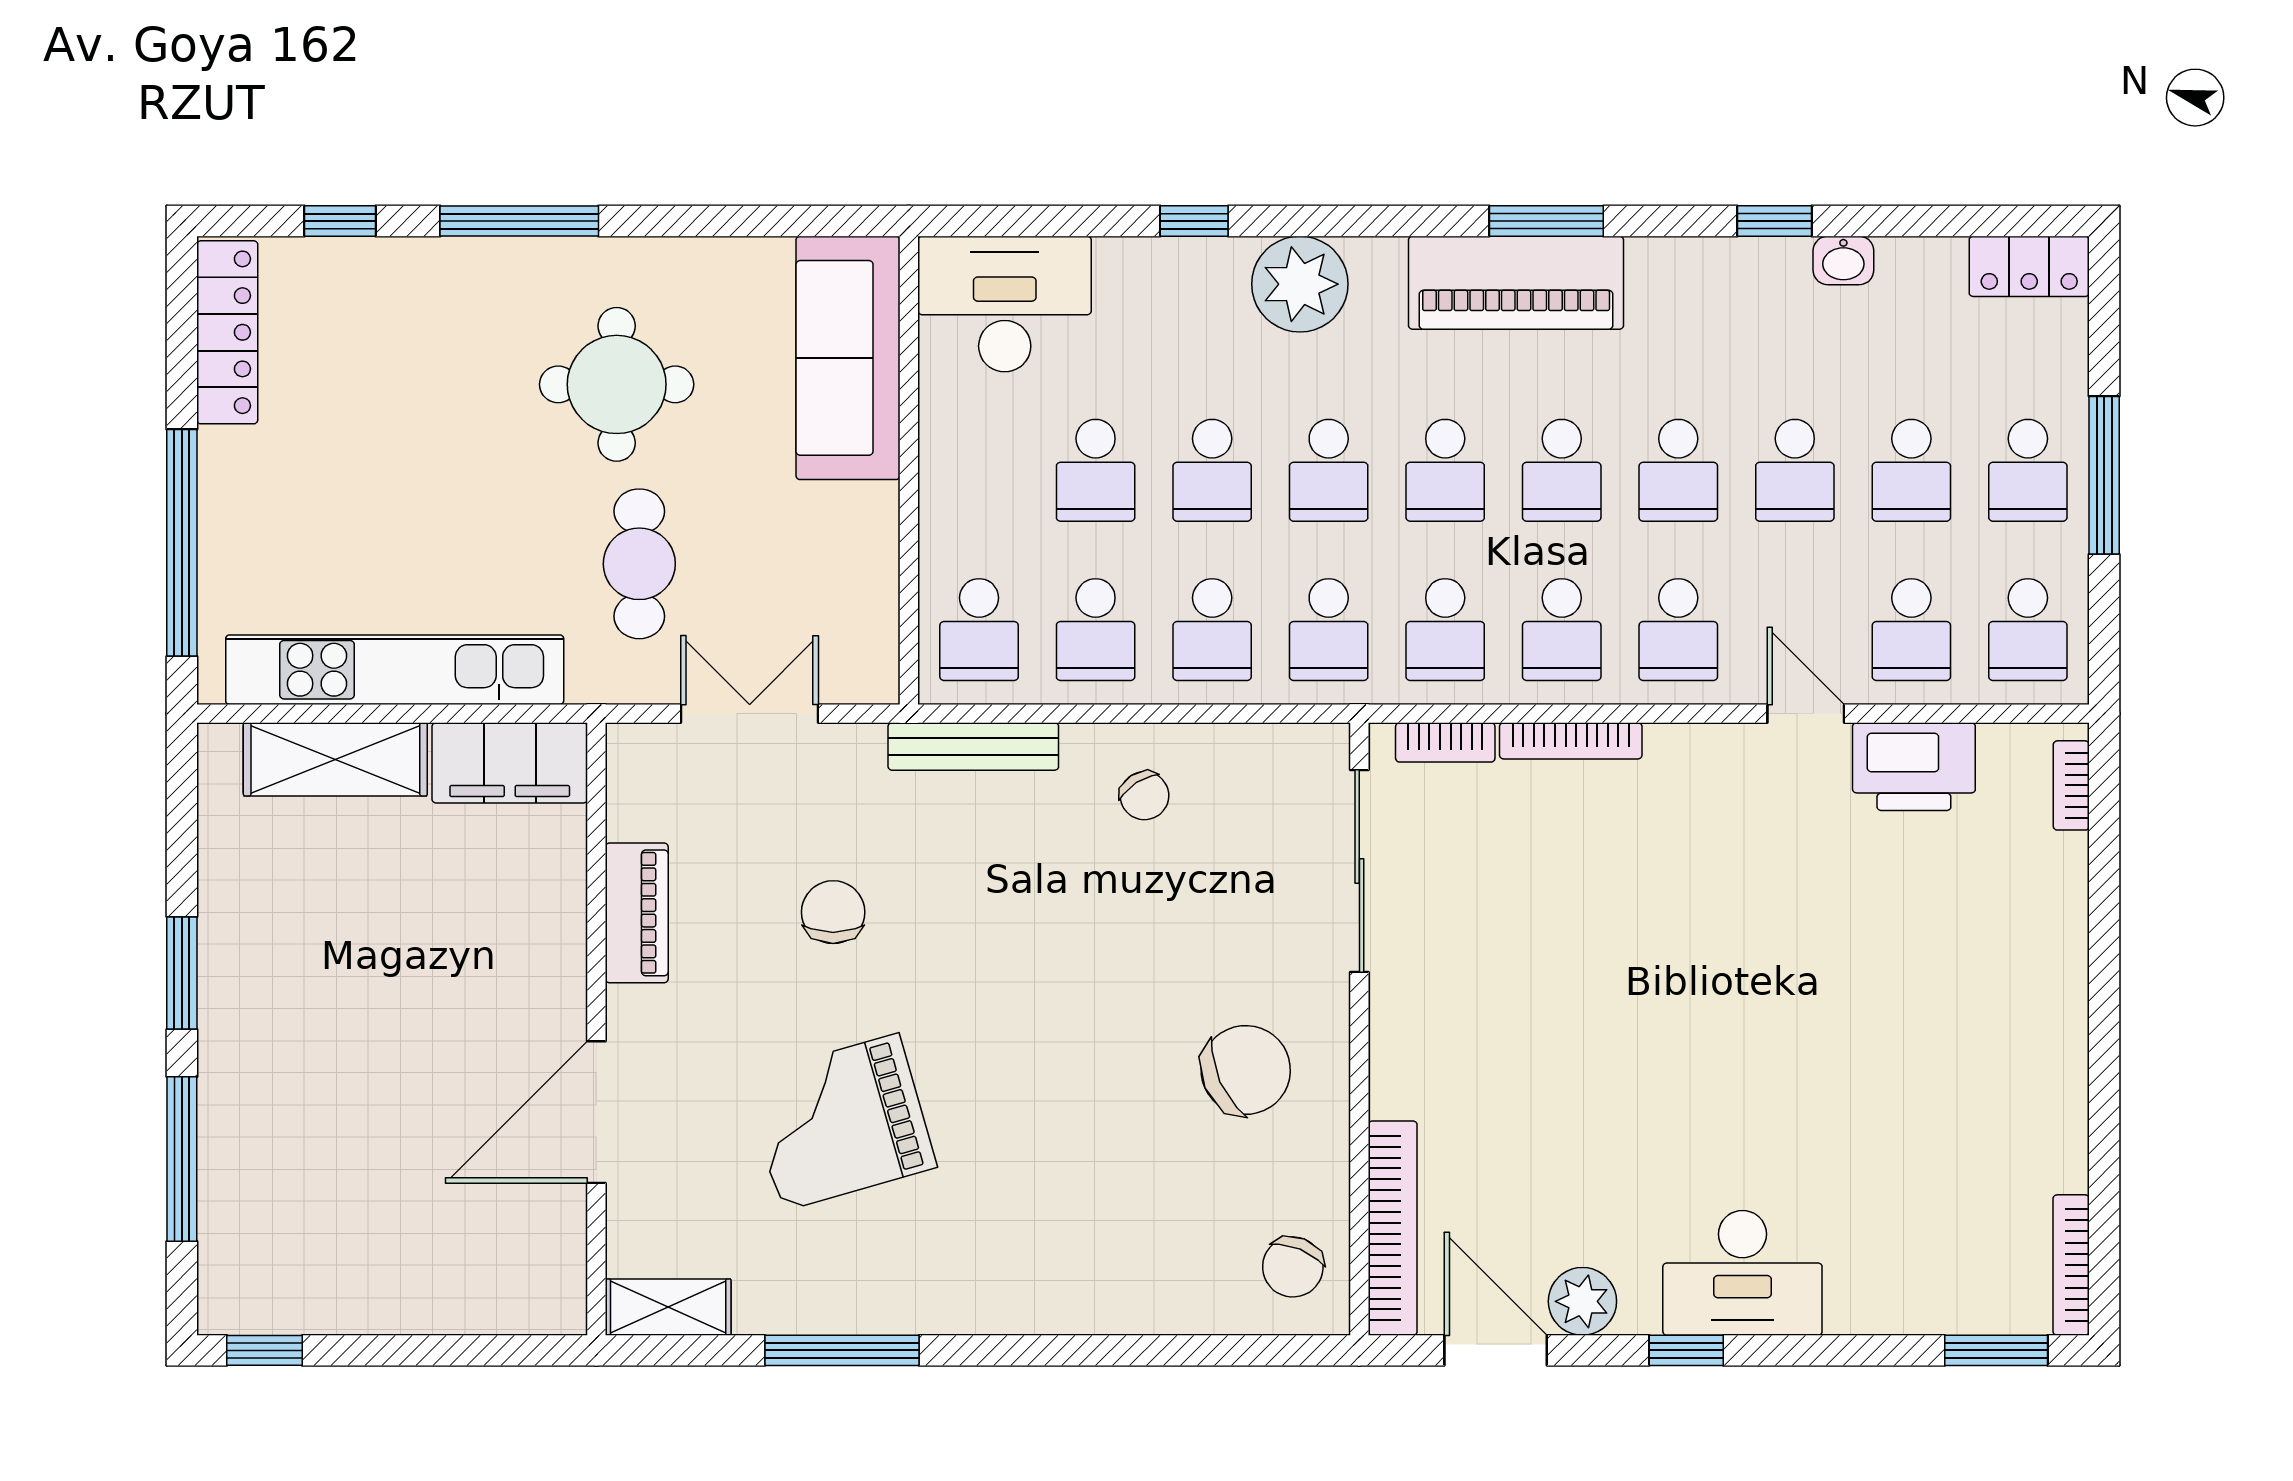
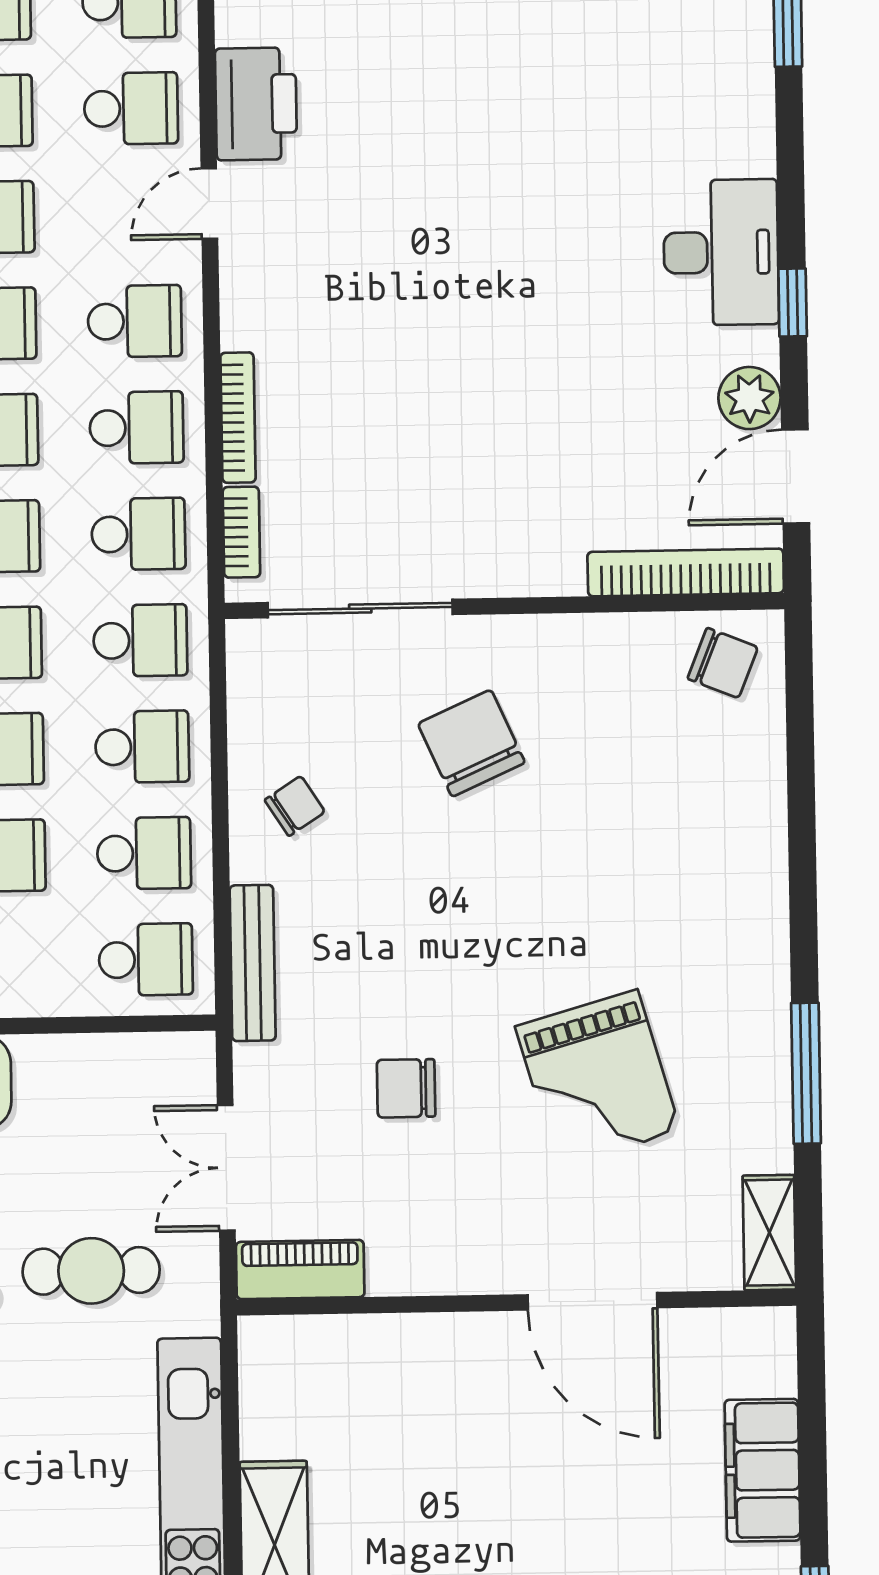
filing cabinet: (510, 763) -> (762, 1470), moved, turned 180
piano: (637, 913) -> (300, 1270), moved
chair: (1246, 1070) -> (471, 743), moved

